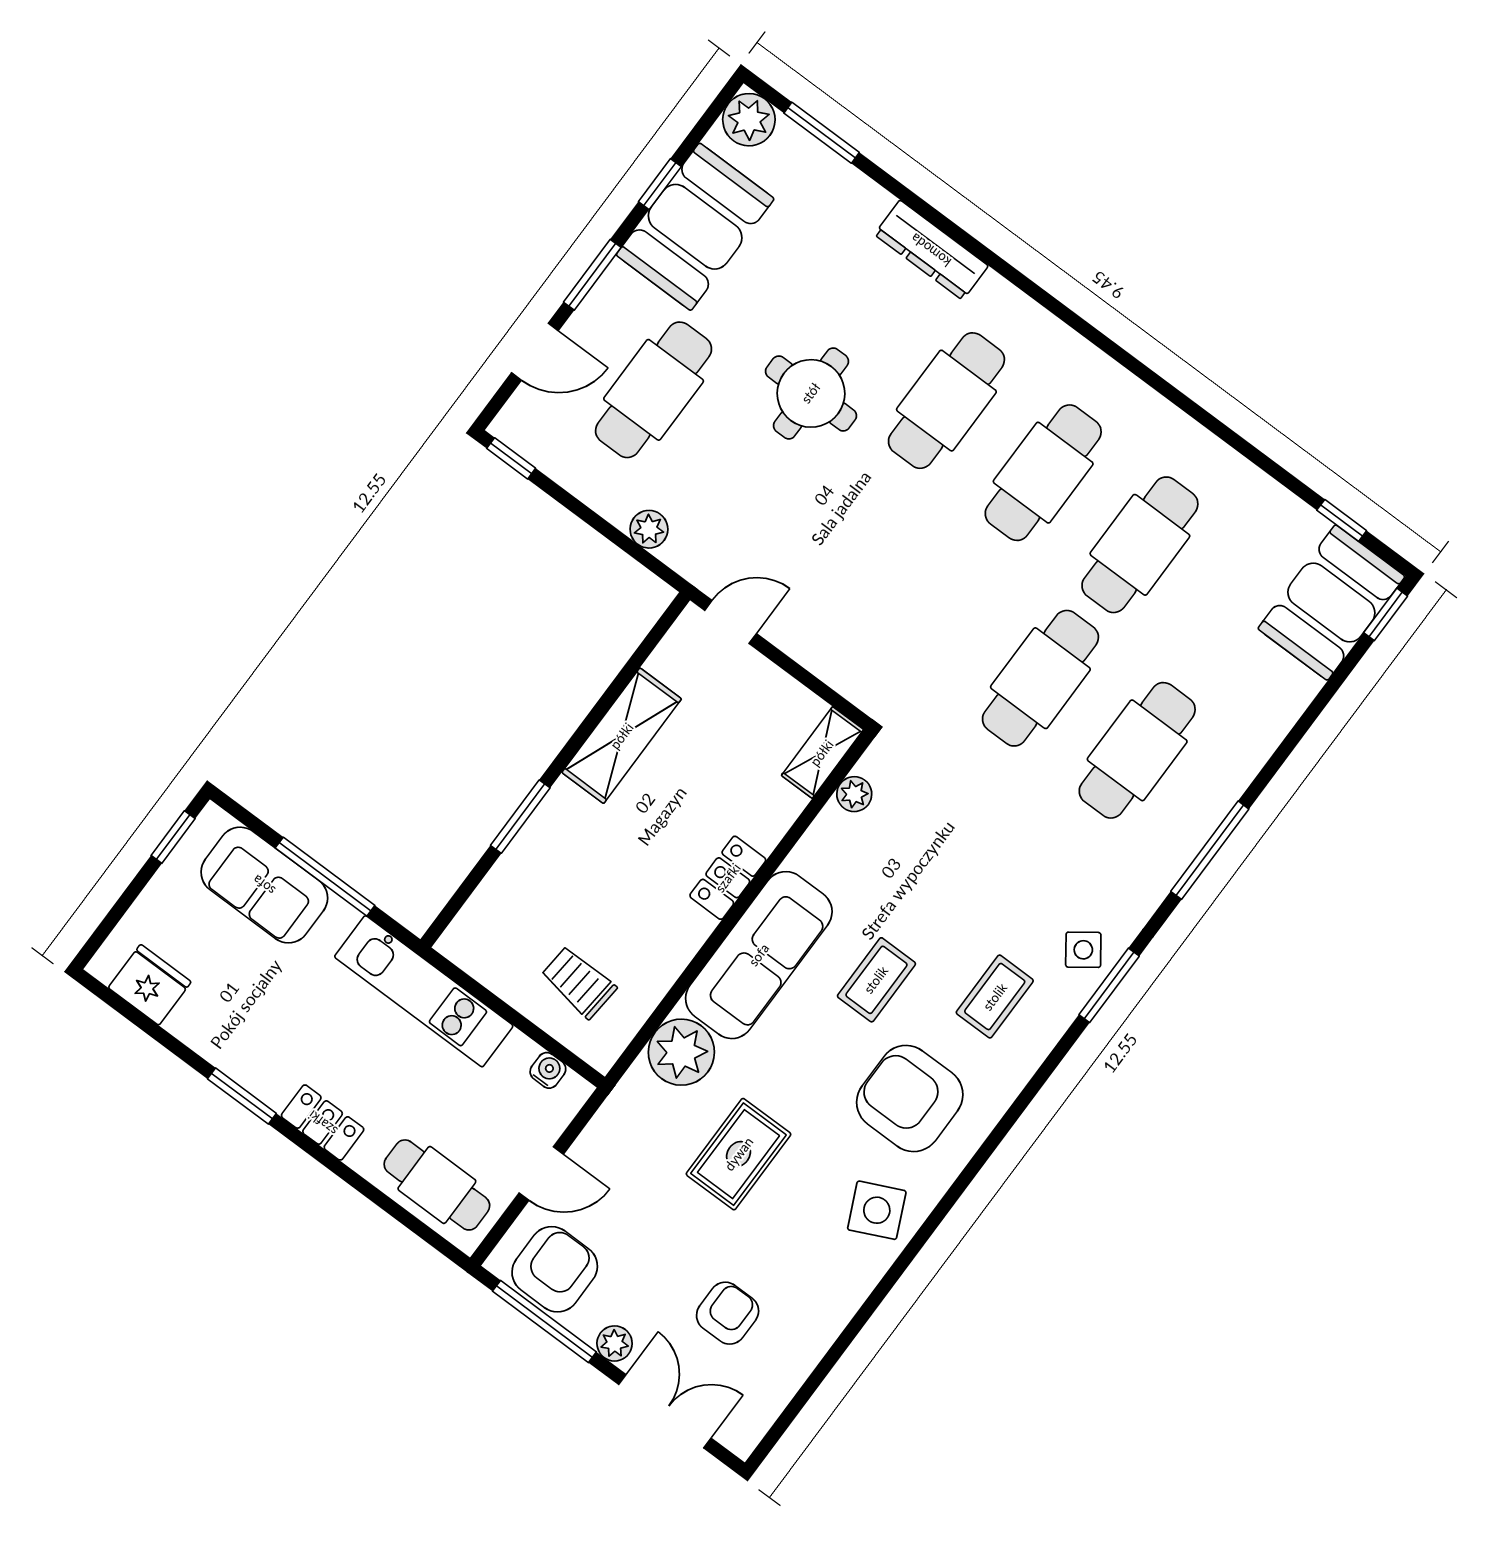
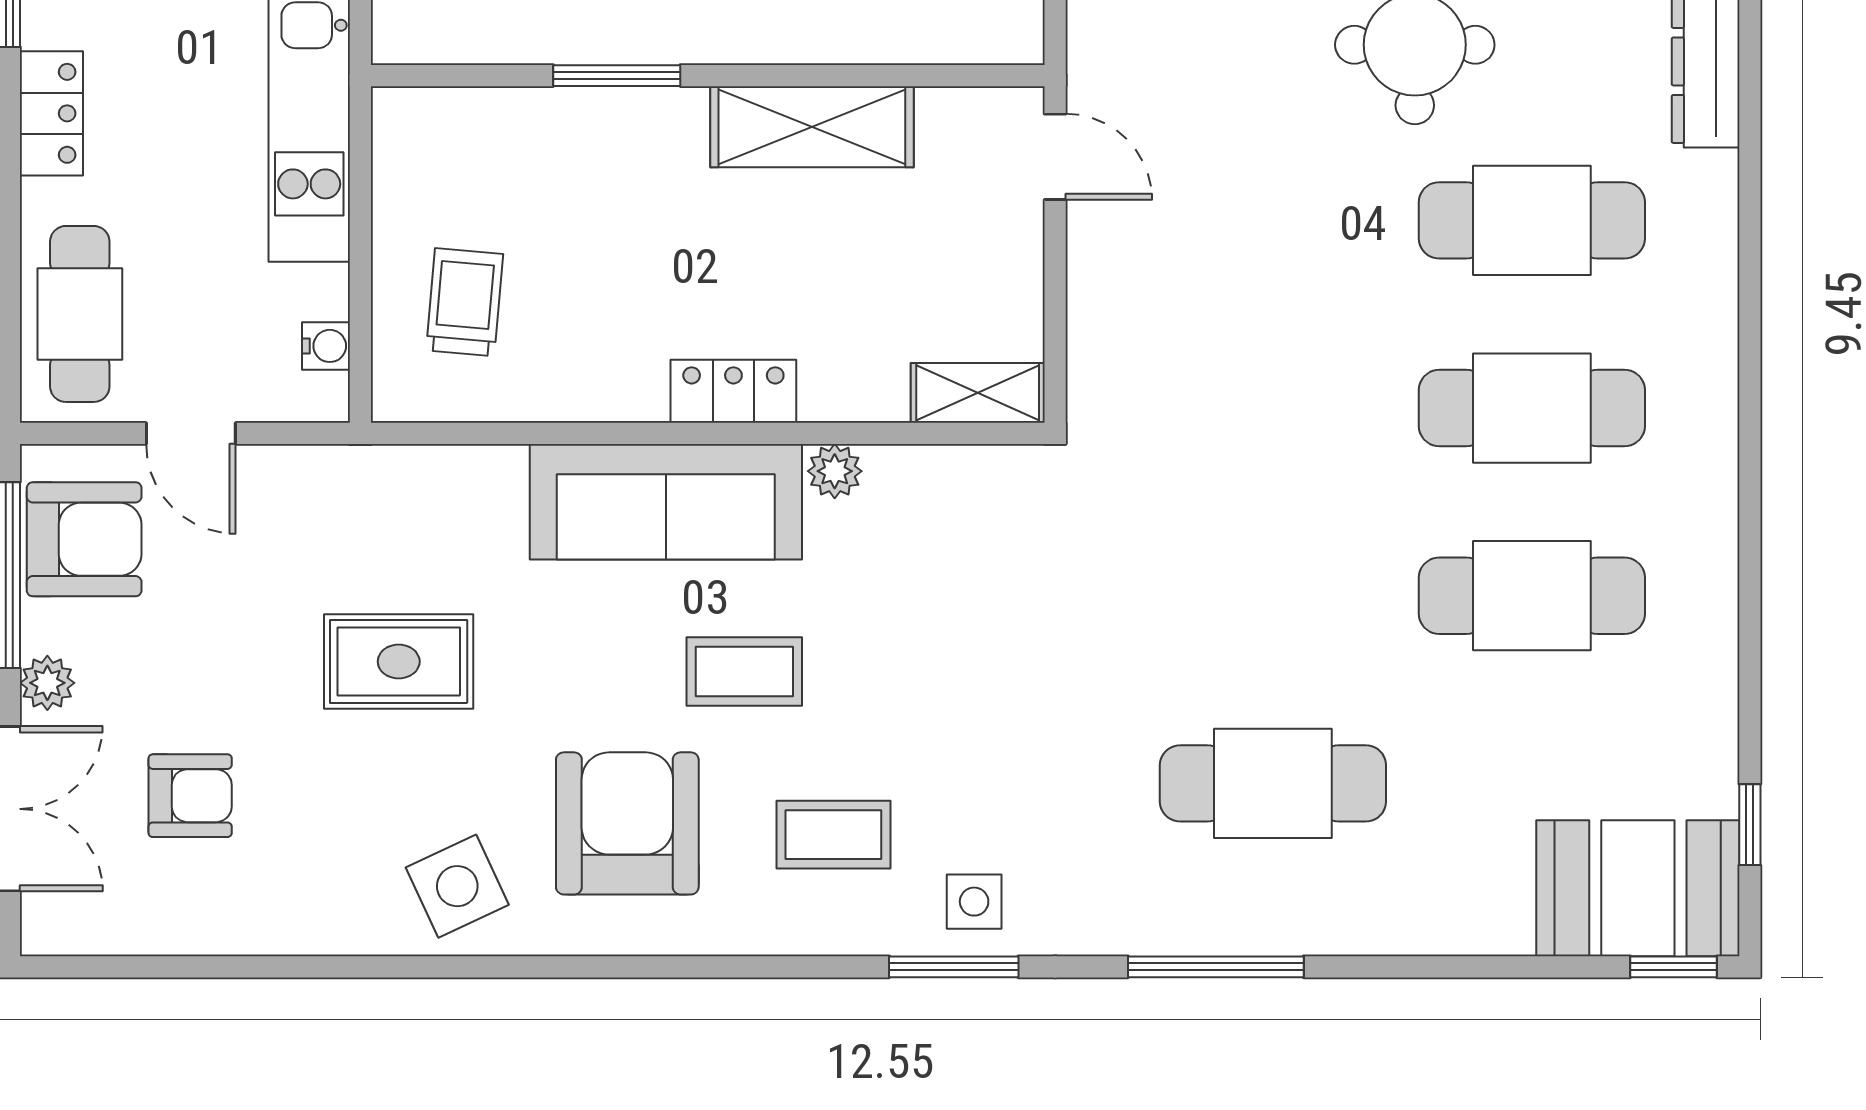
cafe table: (1040, 678) -> (1273, 596), removed
plant: (854, 794) -> (835, 471), moved
side table: (1083, 950) -> (974, 902), turned 36
plant: (681, 1052) -> (473, 495), removed

